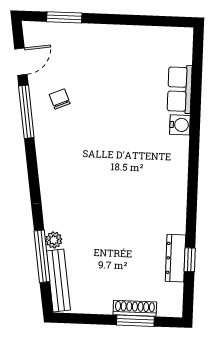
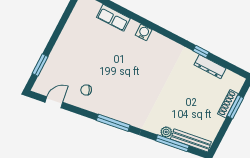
door: (21, 62) -> (54, 102), hinge flipped
window: (26, 112) -> (113, 123), moved
water cooler: (180, 125) -> (144, 32), moved
window: (190, 260) -> (201, 52), moved

